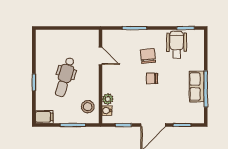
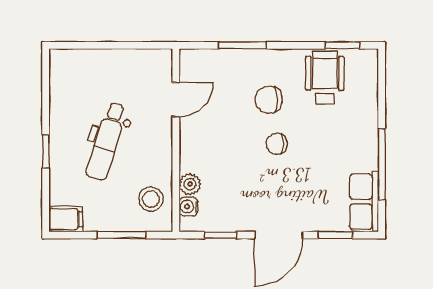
door: (100, 56) -> (176, 100), hinge flipped
chair: (148, 56) -> (269, 100), turned -84
row of seats: (197, 87) -> (364, 202), moved

